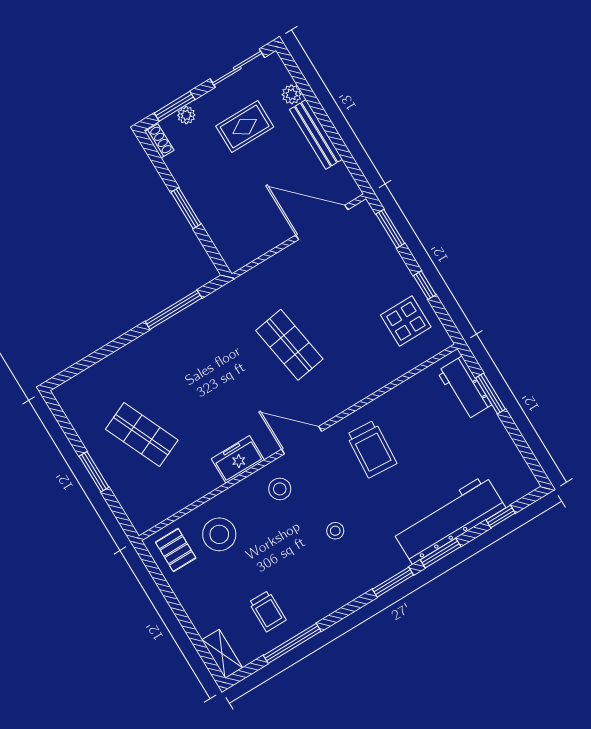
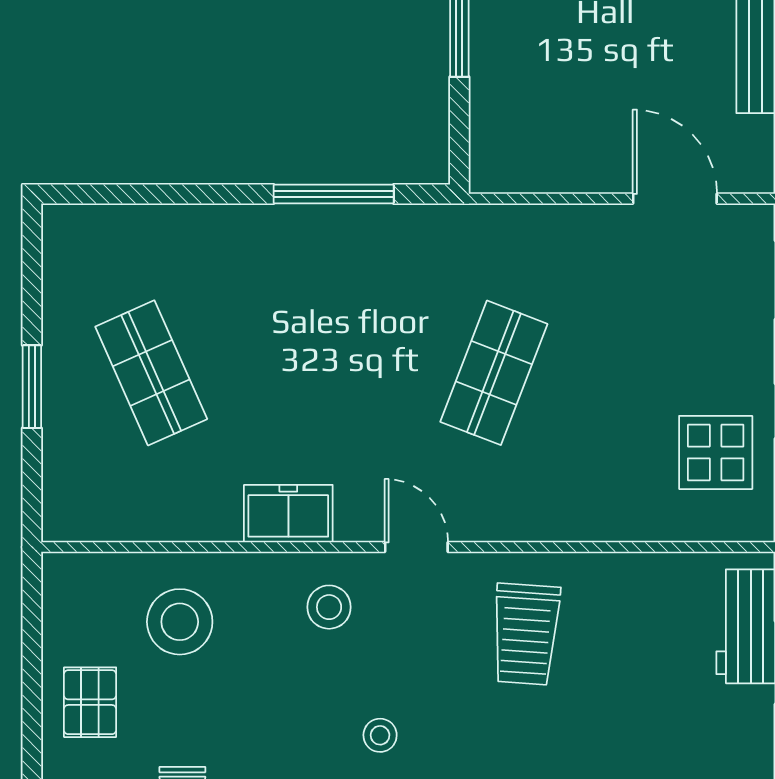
door: (322, 222) -> (675, 199), width x0.73
shop shelf: (289, 345) -> (494, 373), turned 30
door: (302, 440) -> (416, 547), width x0.73
pallet: (176, 550) -> (90, 702), moved

